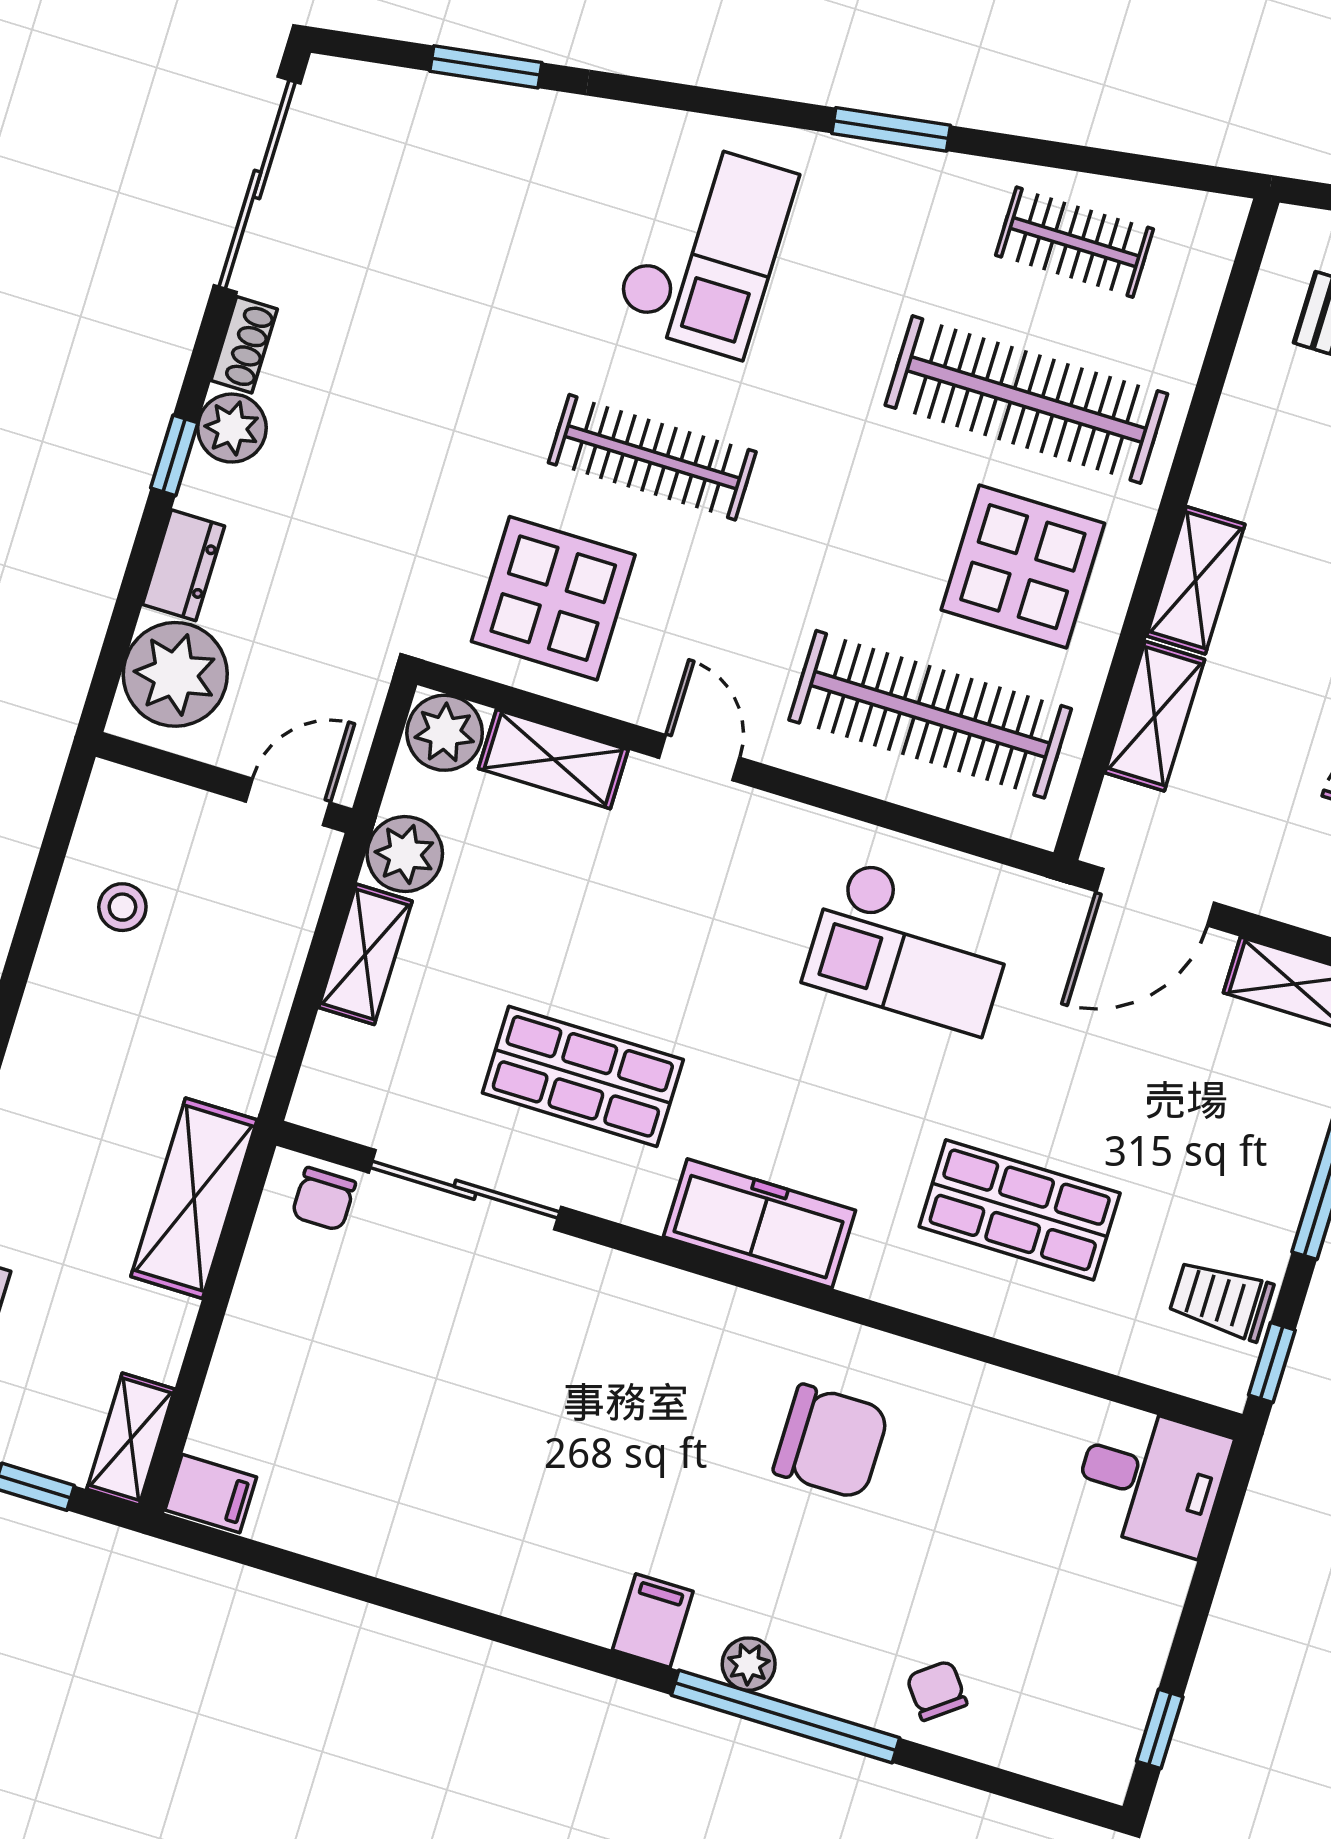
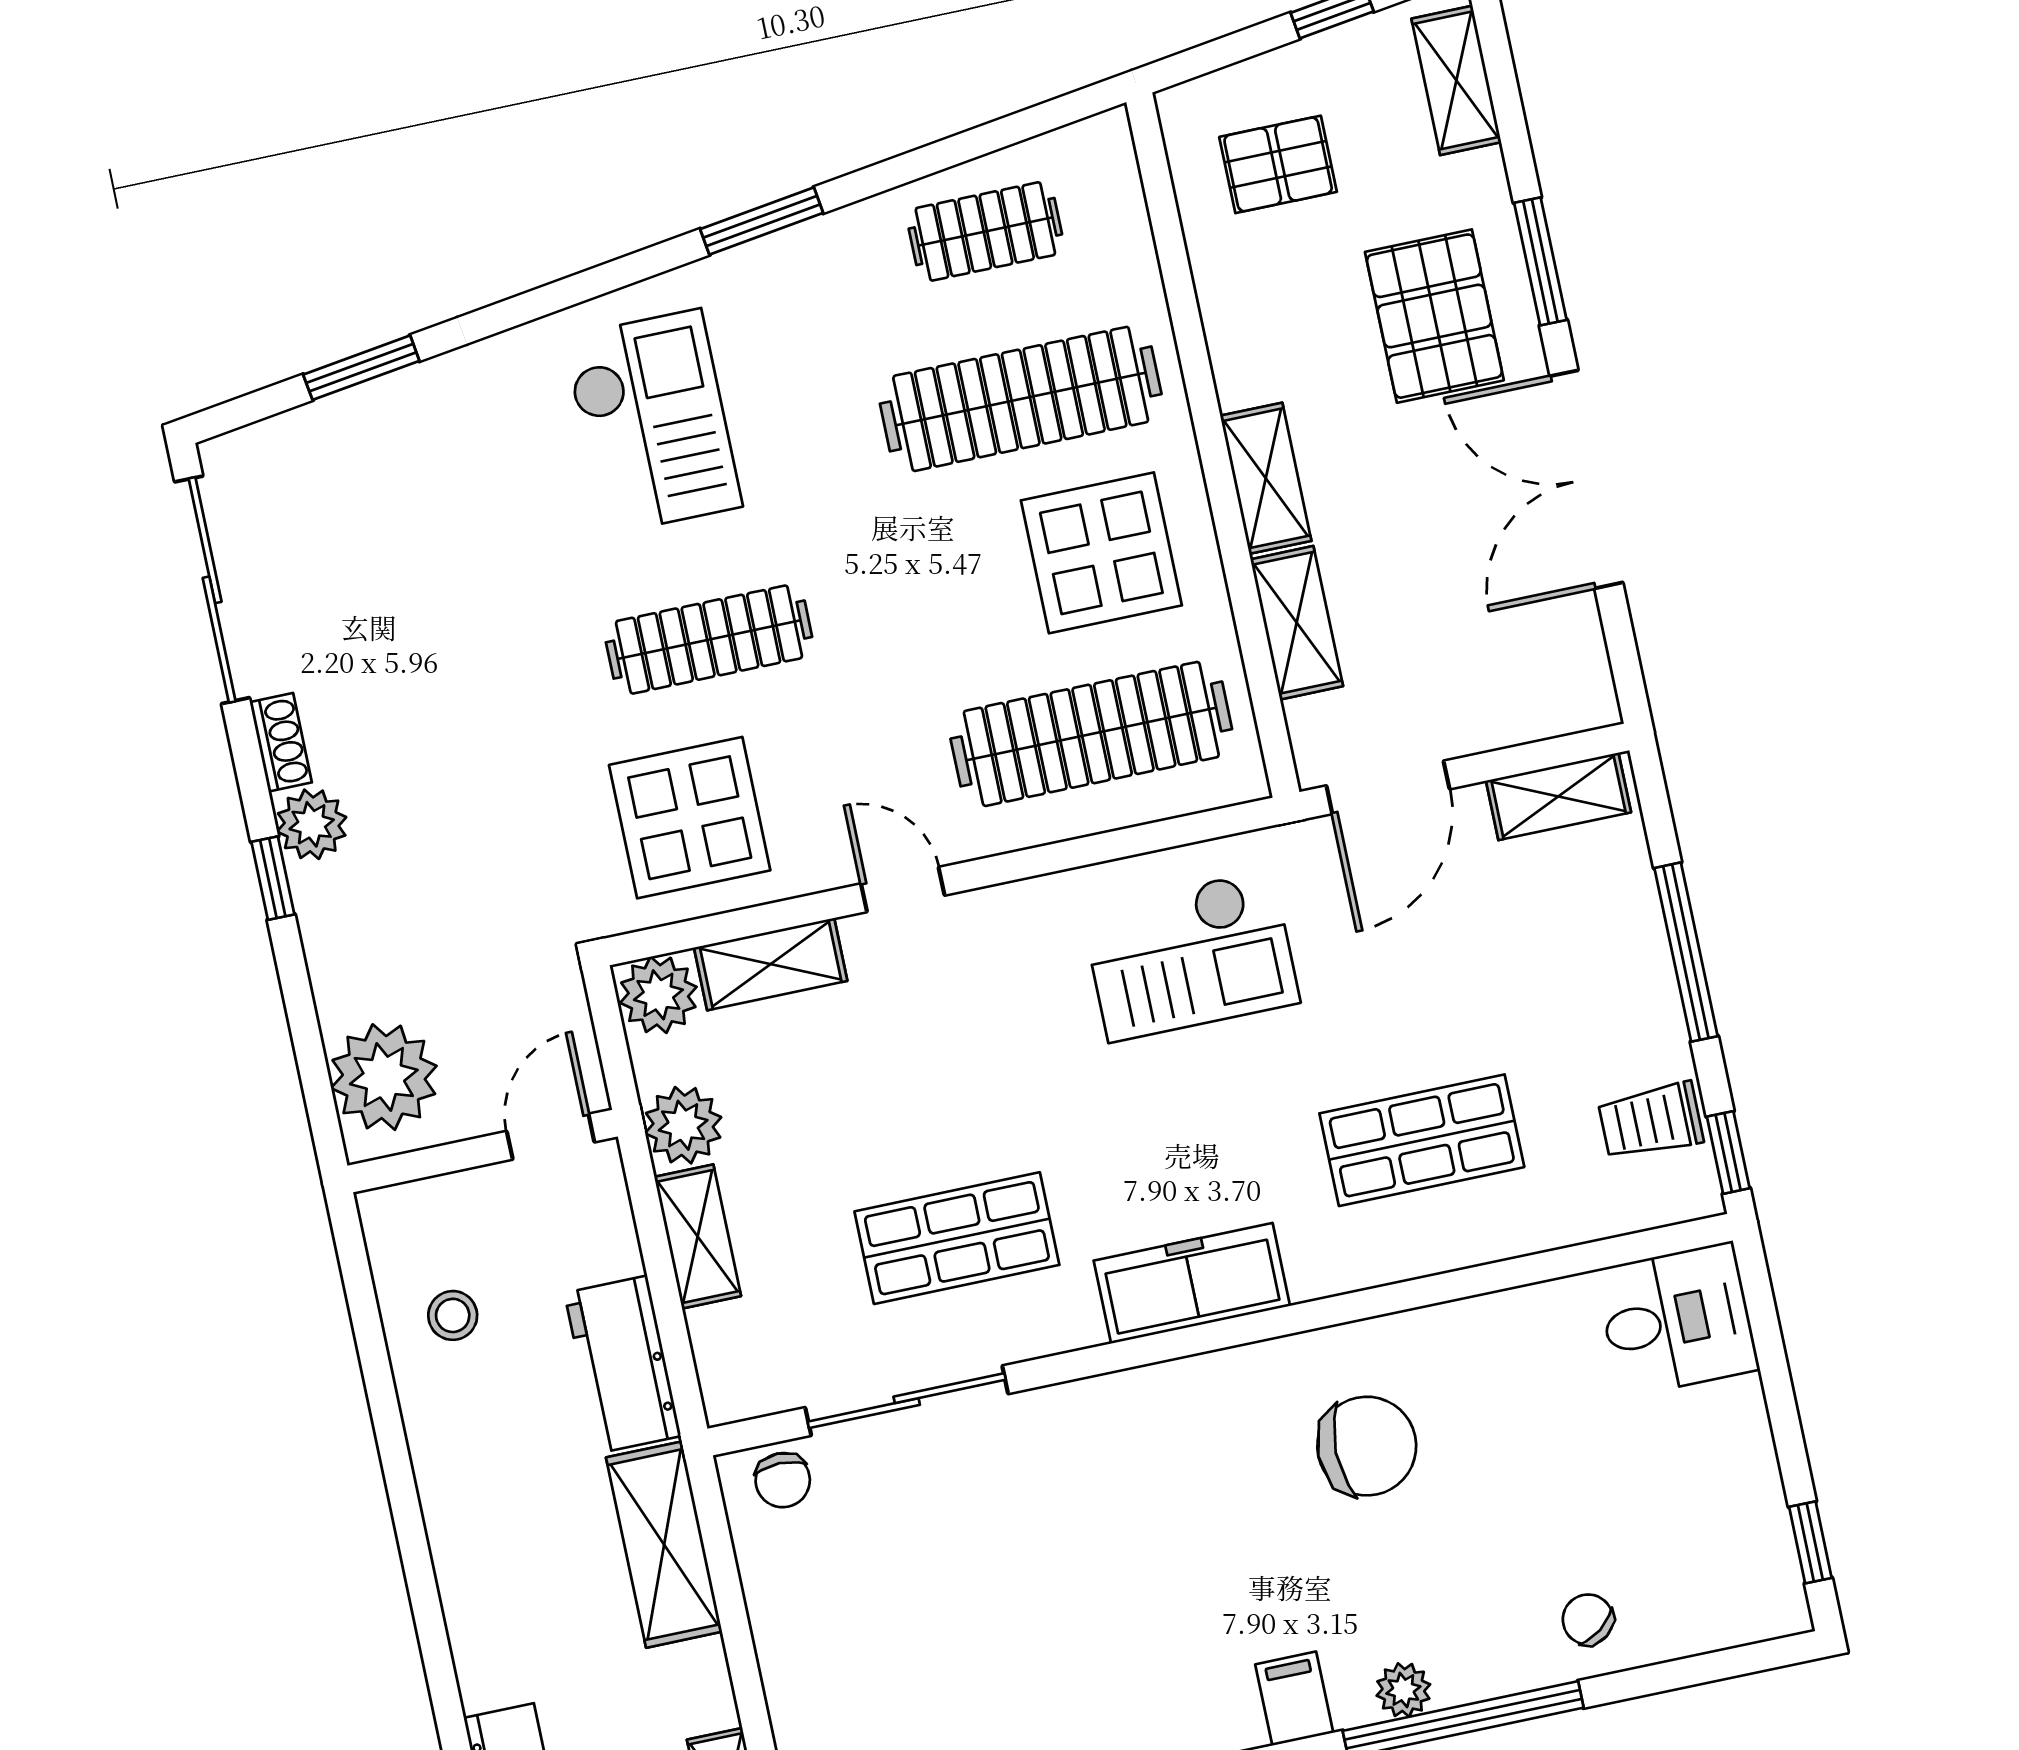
dresser: (183, 565) -> (336, 974), removed
workbench: (243, 1027) -> (623, 1364), added

